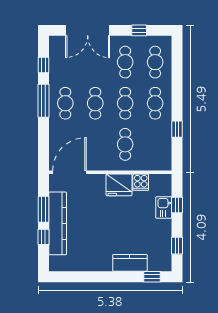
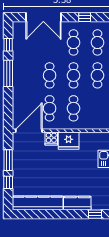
cafe table: (65, 103) -> (50, 108), moved
cooker: (141, 182) -> (51, 139), moved
kitchen counter: (58, 223) -> (38, 203), moved, turned -90

